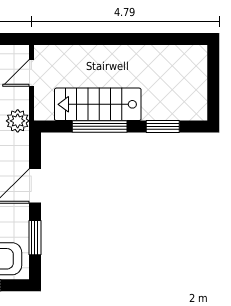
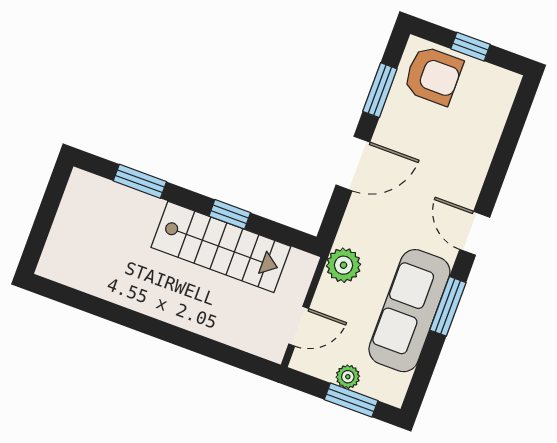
window: (100, 126) -> (230, 214), width x0.46

